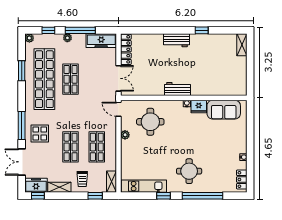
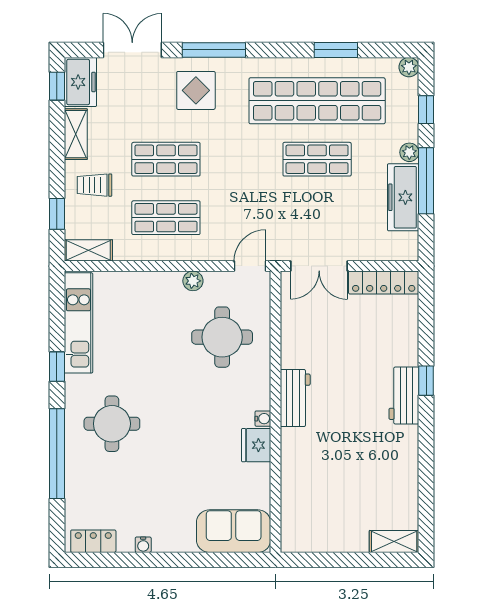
window: (202, 30) -> (426, 381), moved
freezer: (101, 41) -> (403, 197), moved
sofa: (224, 110) -> (234, 531), moved, turned 90

